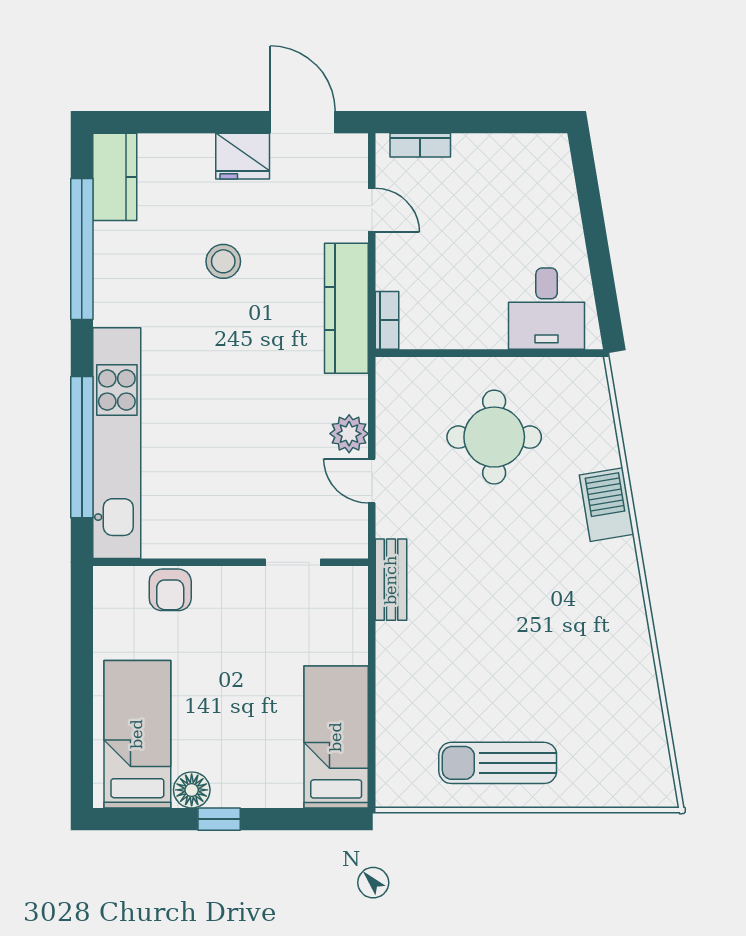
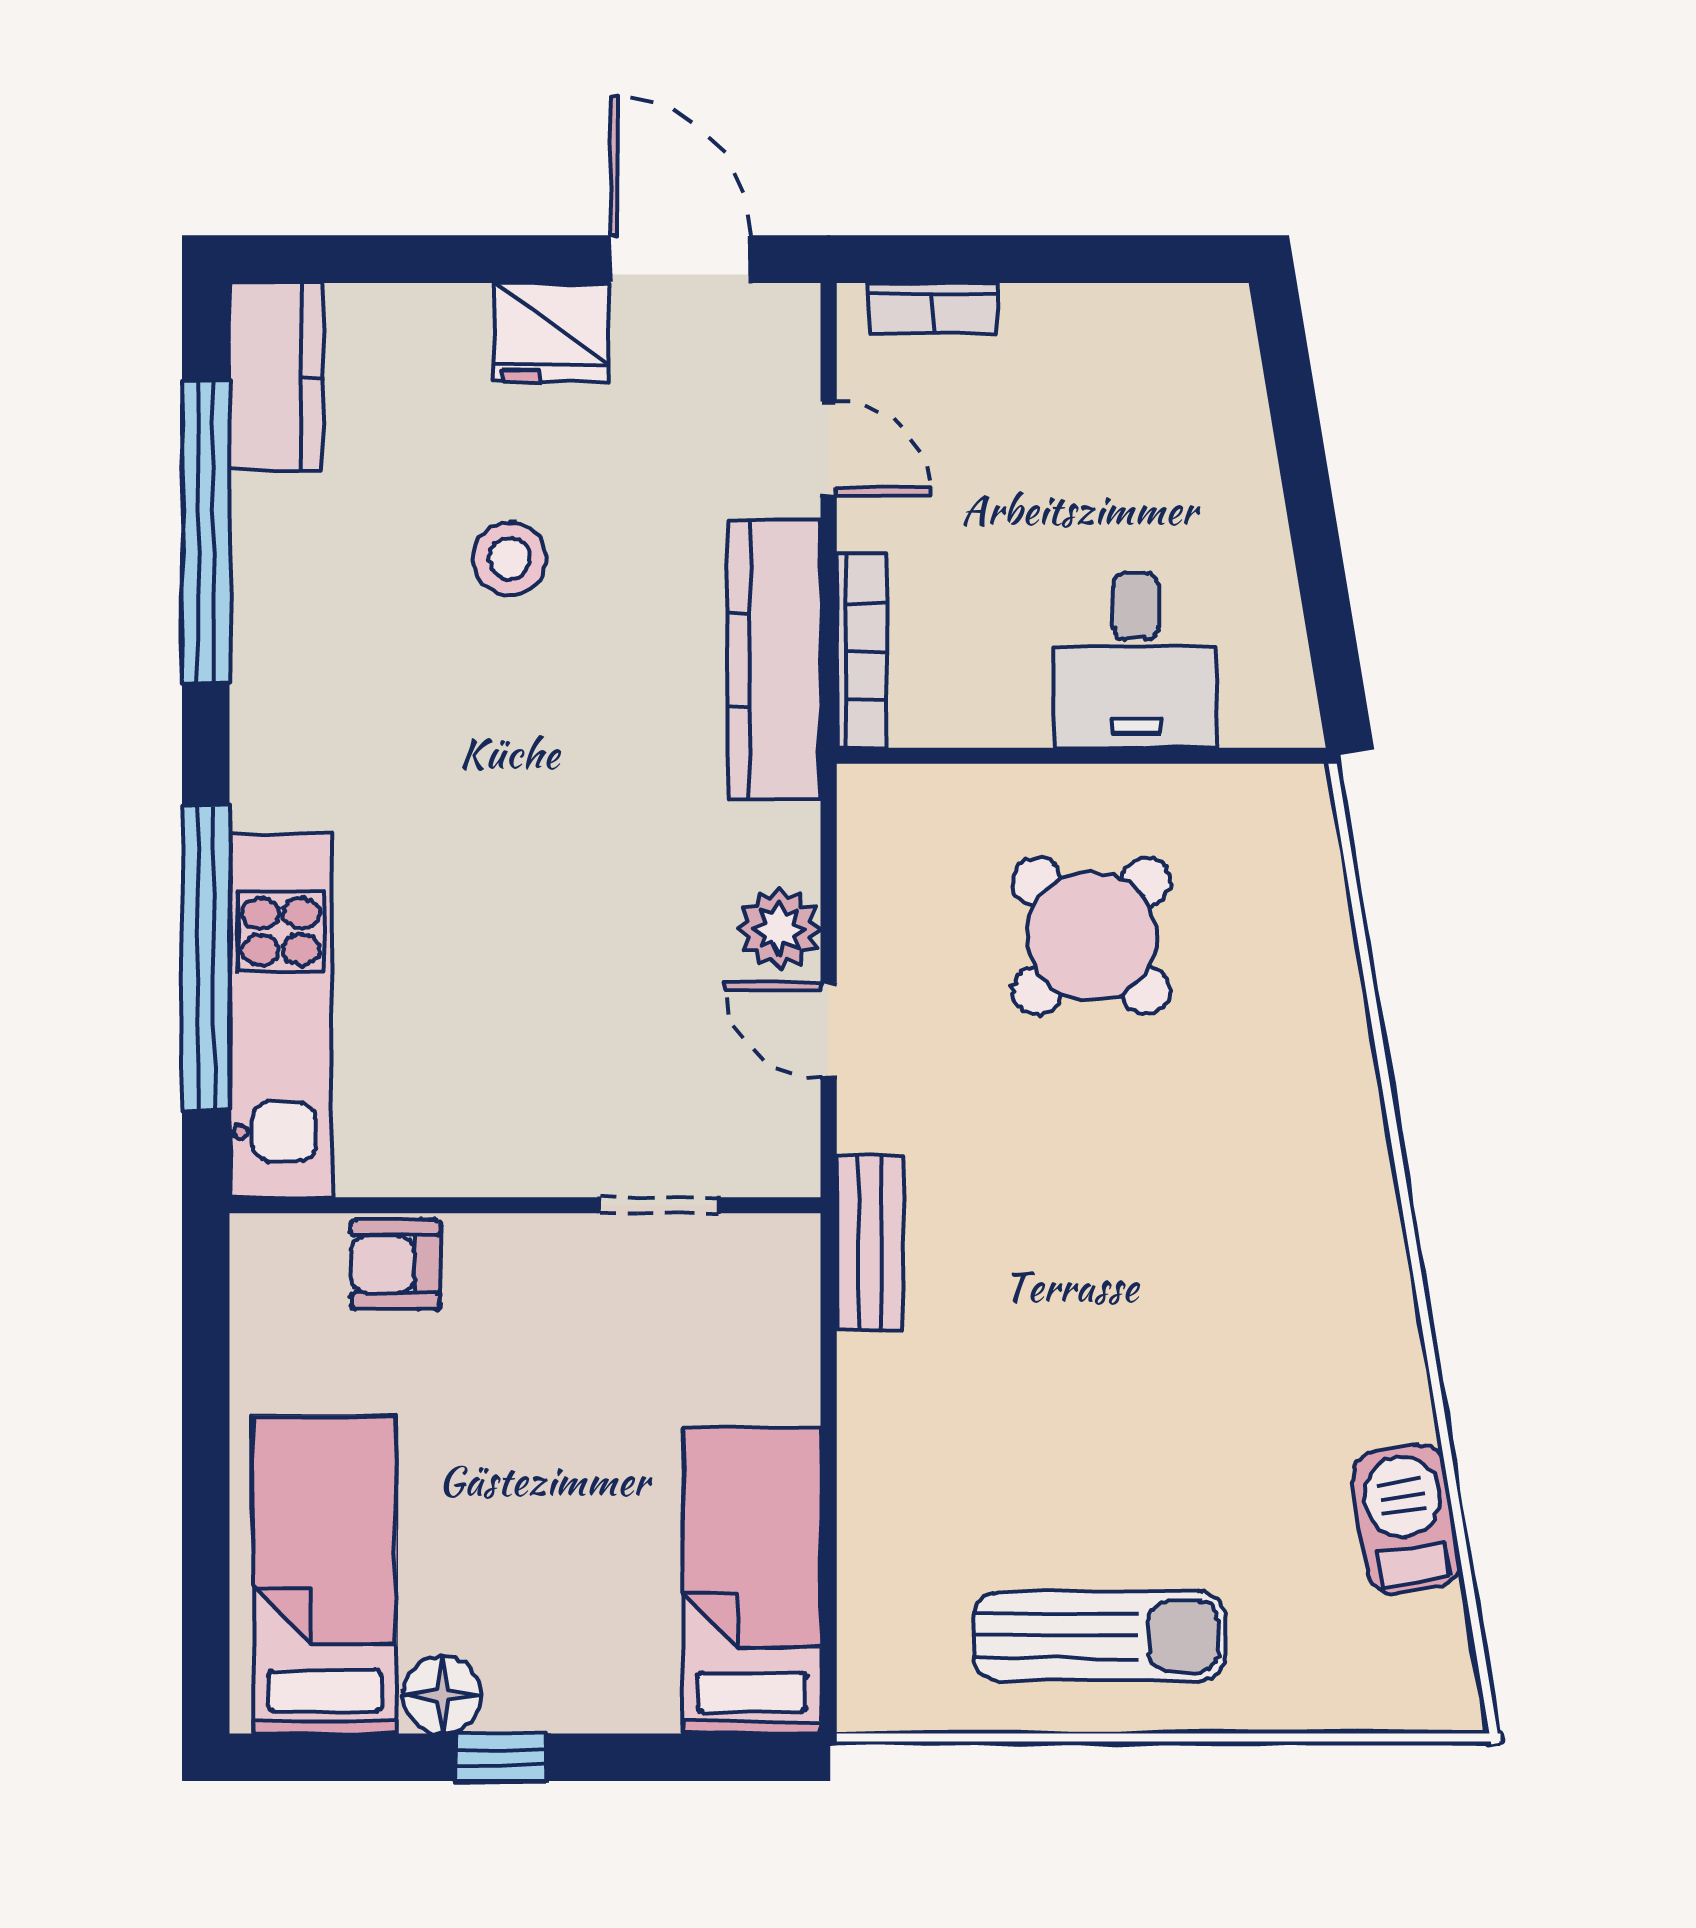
desk: (547, 309) -> (1136, 660), moved
bookcase: (387, 320) -> (861, 651), width x1.56
round table: (494, 437) -> (1092, 936), turned 45
kitchen unit: (117, 443) -> (281, 1015), width x0.73
barbecue: (607, 505) -> (1406, 1519), moved
armchair: (170, 590) -> (395, 1264), turned 90
sun lounger: (498, 763) -> (1099, 1636), turned 180

